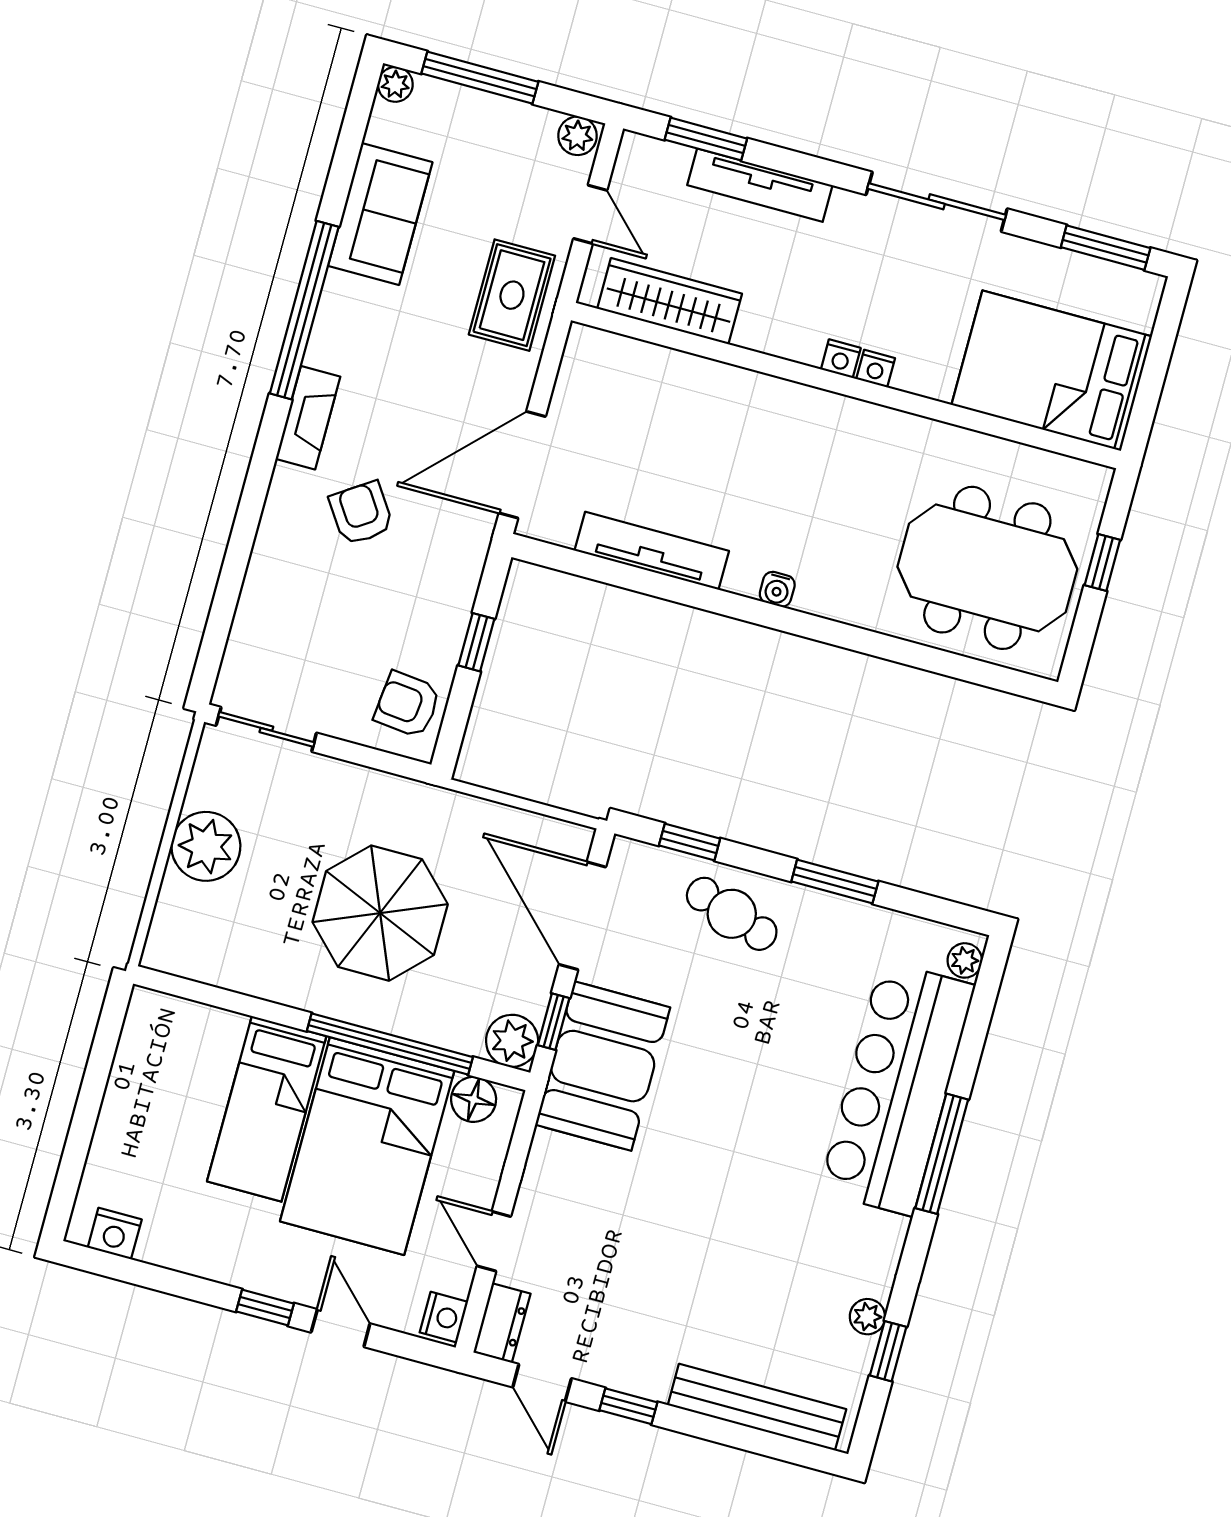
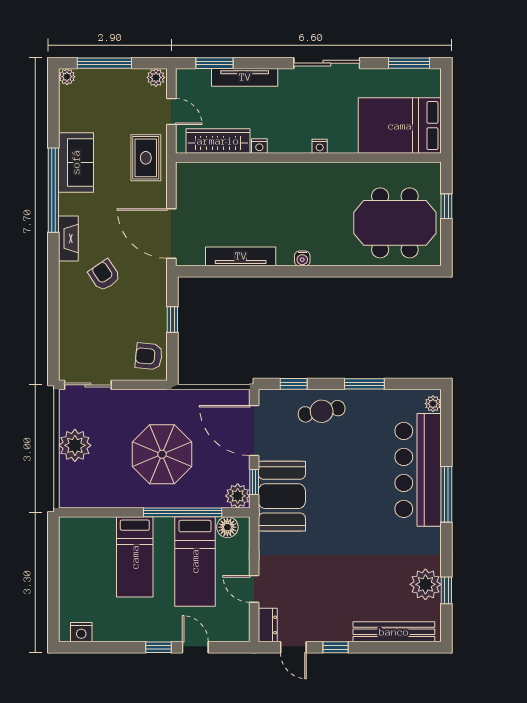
sofa: (380, 214) -> (76, 162), moved
nightstand: (841, 359) -> (259, 146), moved
door: (522, 465) -> (171, 233), hinge flipped
cafe table: (732, 914) -> (322, 411), turned -30
bed: (367, 1146) -> (195, 561), width x0.67
nightstand: (444, 1317) -> (241, 630), removed
plant: (867, 1317) -> (425, 584), width x1.88, depth x1.88

